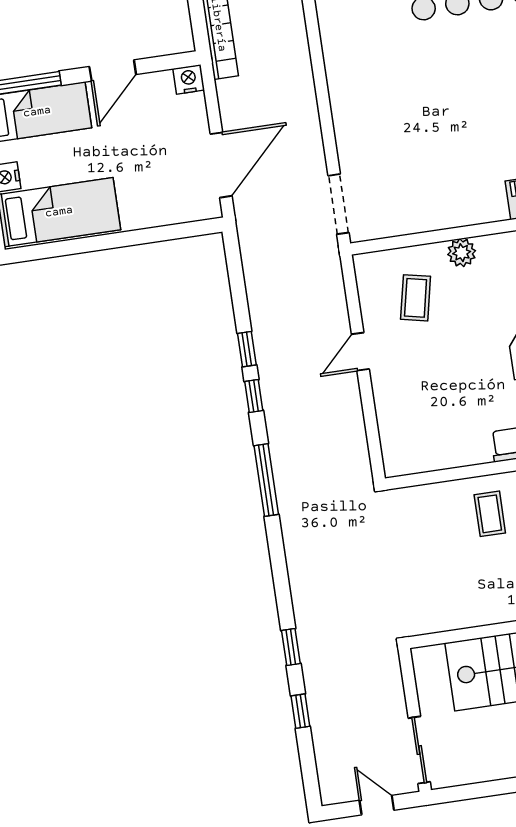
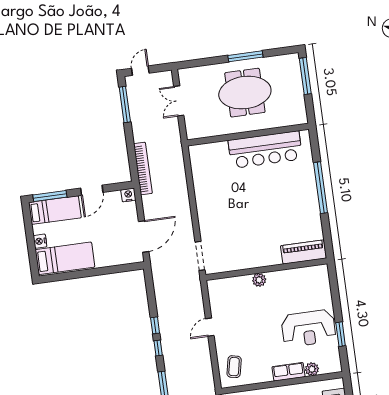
coffee table: (416, 298) -> (234, 367), moved

